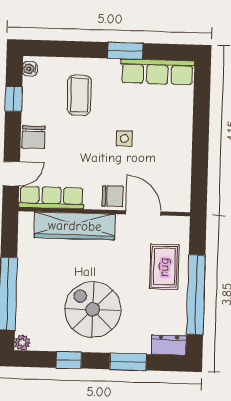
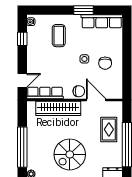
chair: (34, 137) -> (105, 63), moved
spiral stairs: (93, 309) -> (70, 154), turned -90

